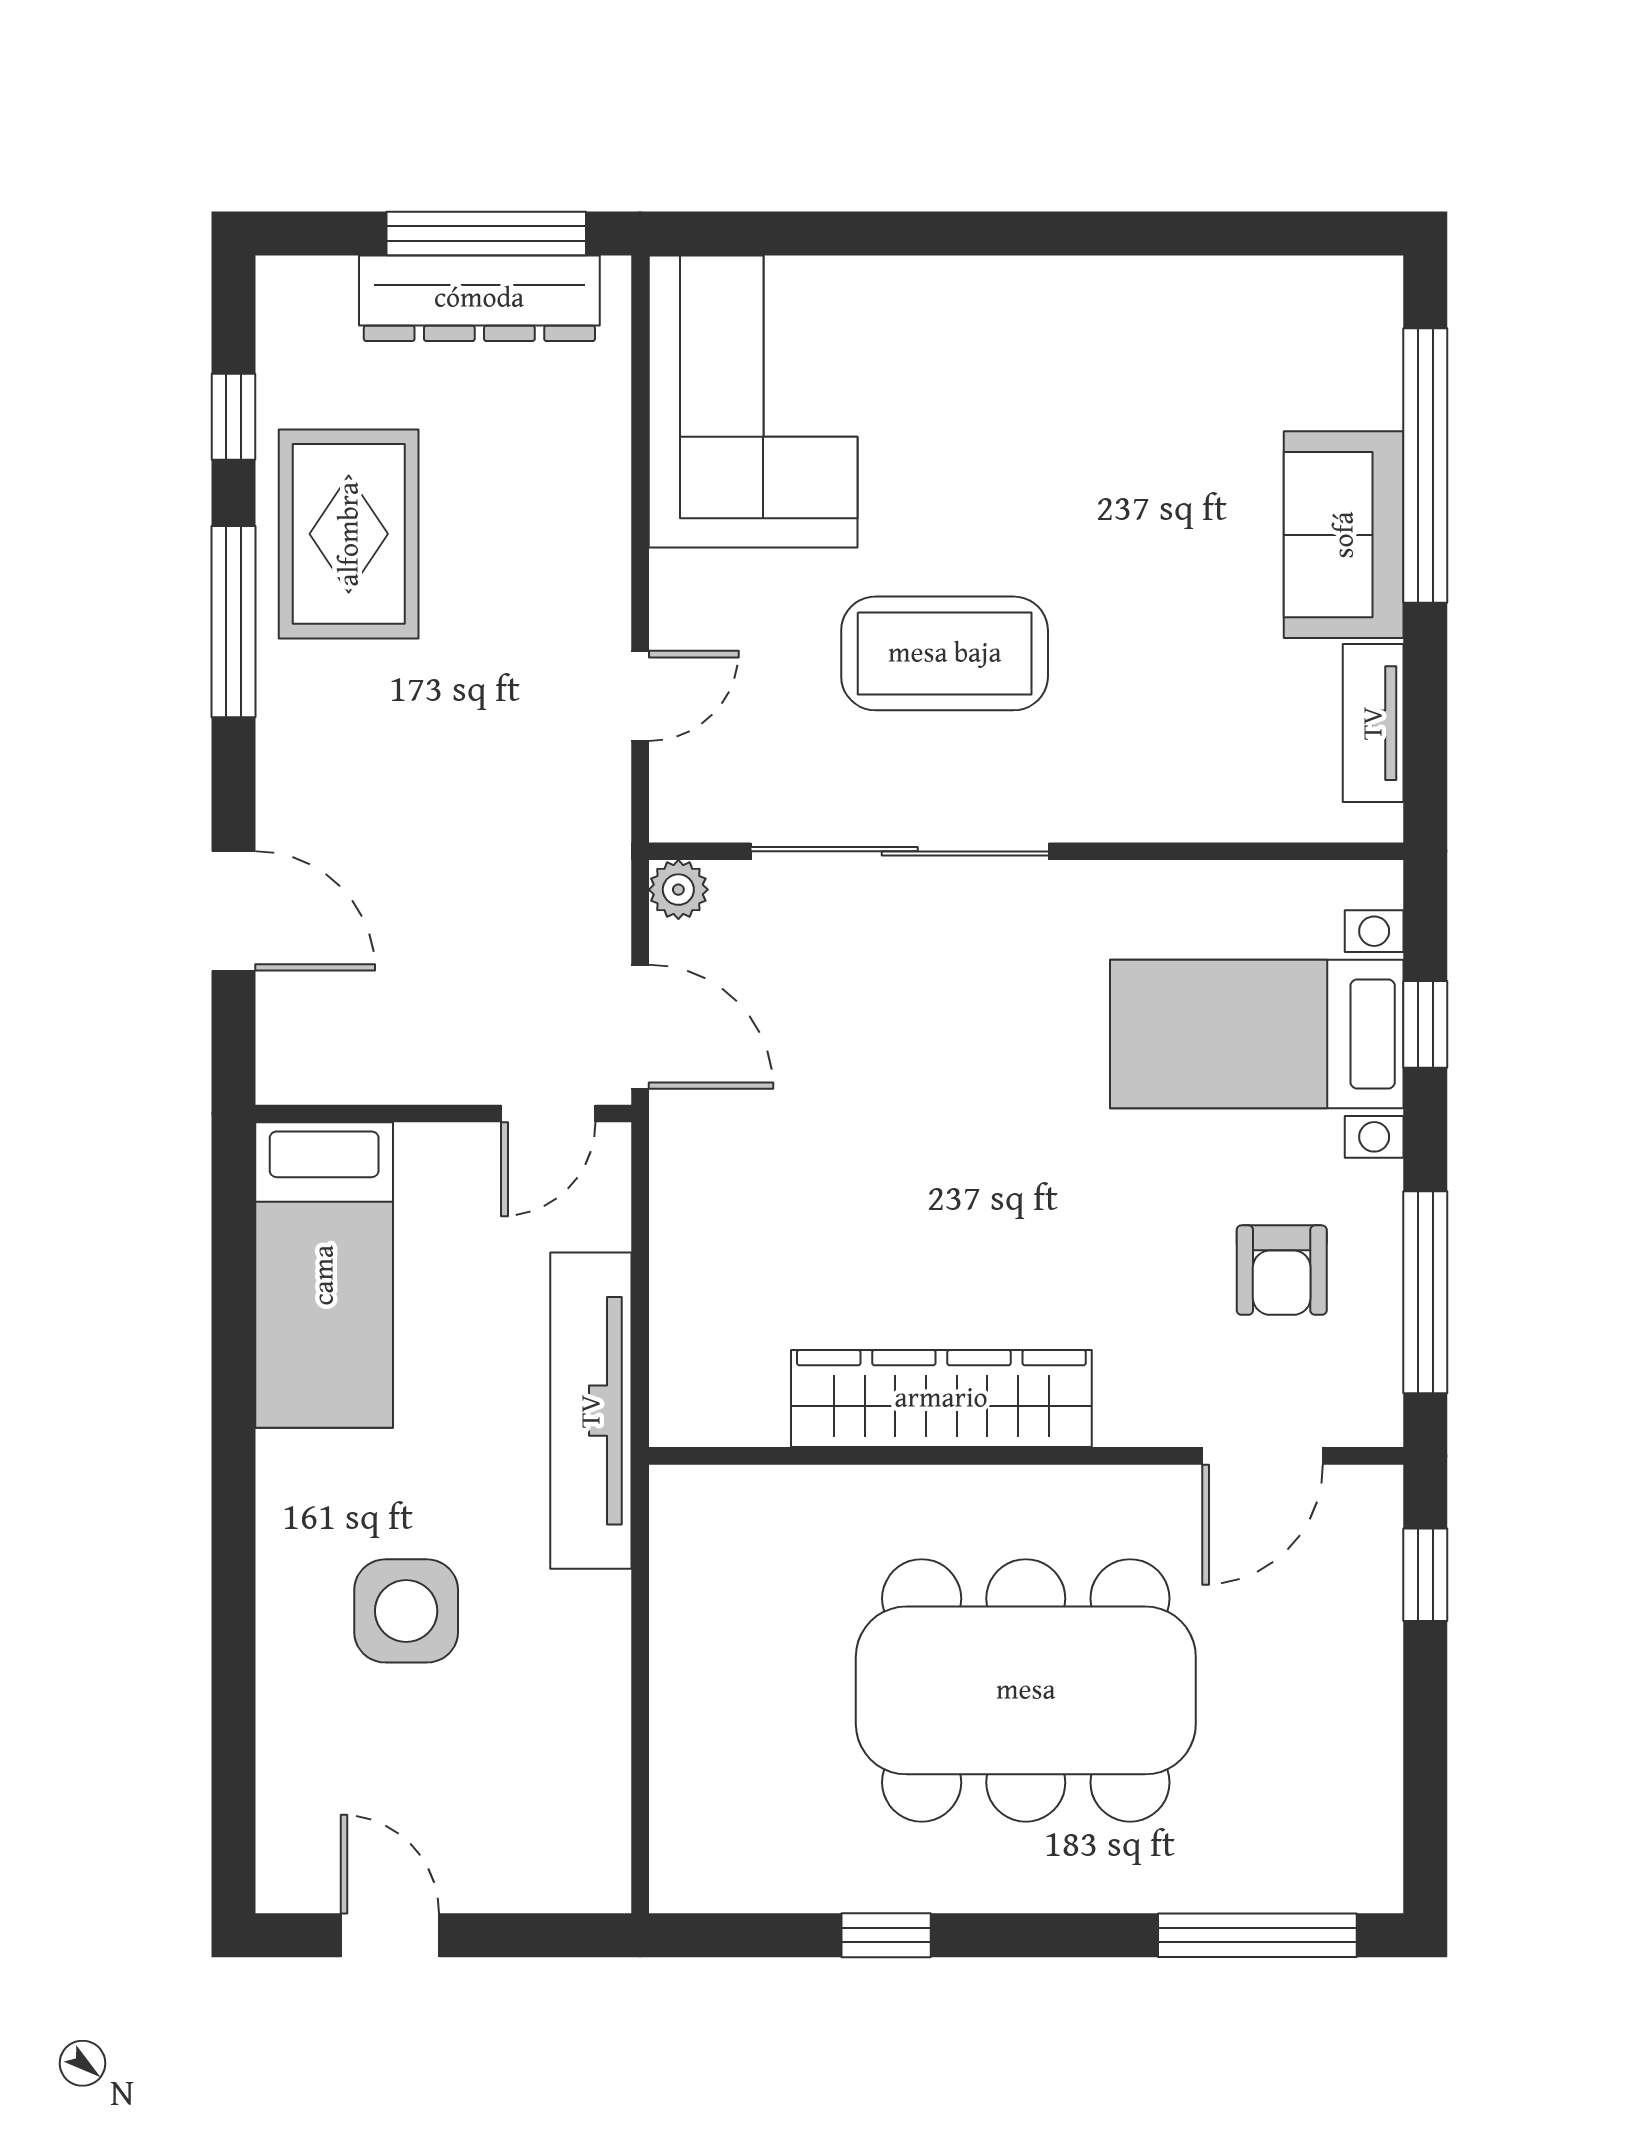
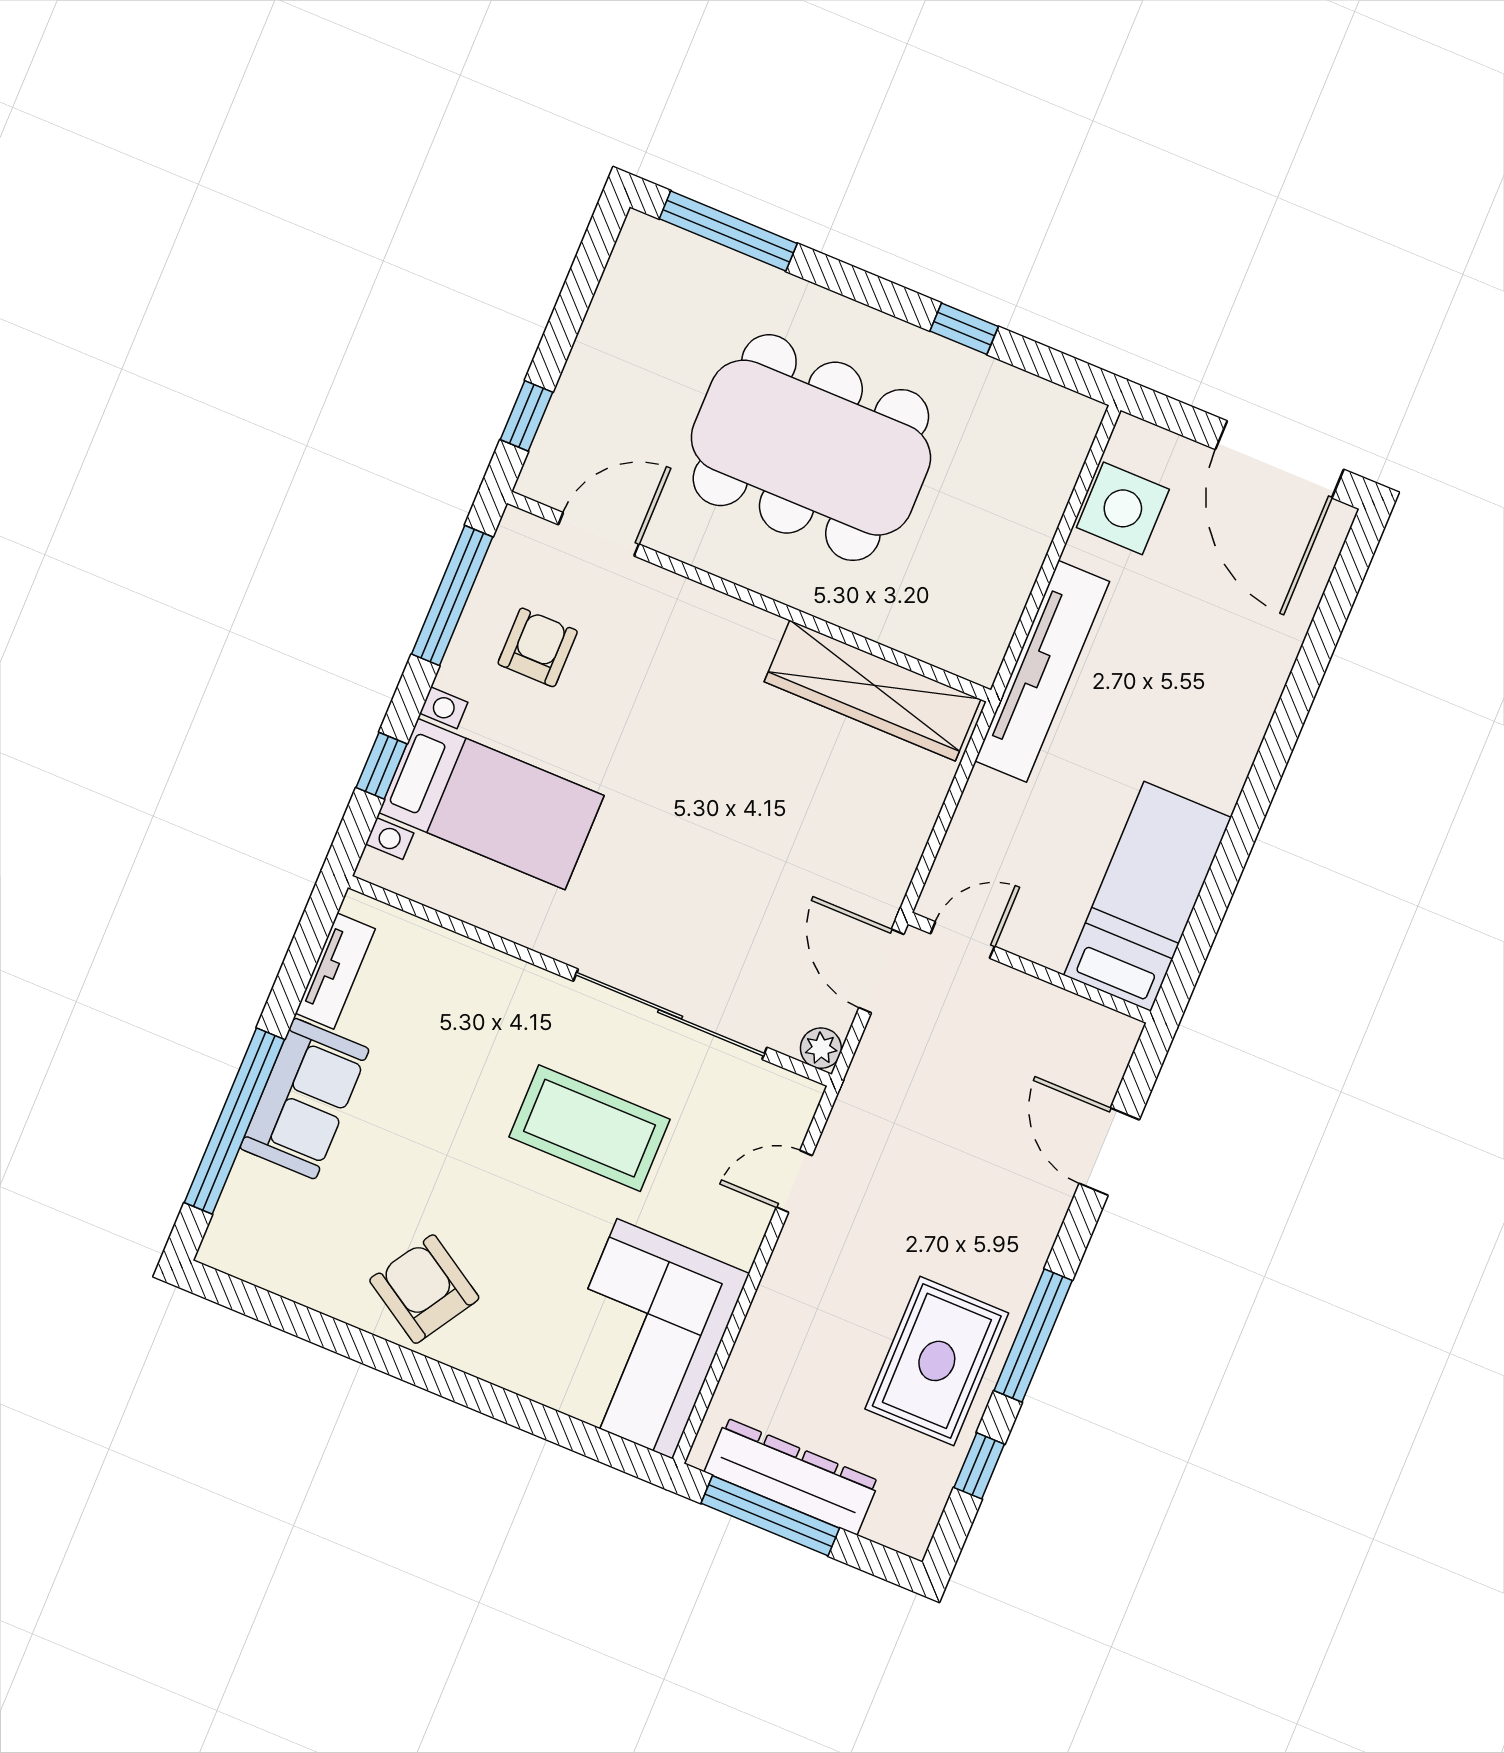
armchair: (1077, 345) -> (424, 1289), added
wardrobe: (941, 1398) -> (873, 691), moved
tv unit: (591, 1411) -> (1042, 671), moved
side table: (406, 1611) -> (1123, 508), moved
door: (390, 1935) -> (1280, 459), width x1.87

